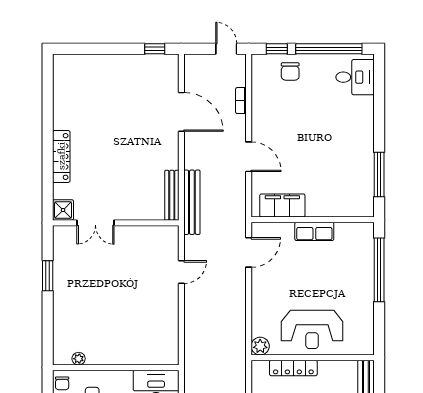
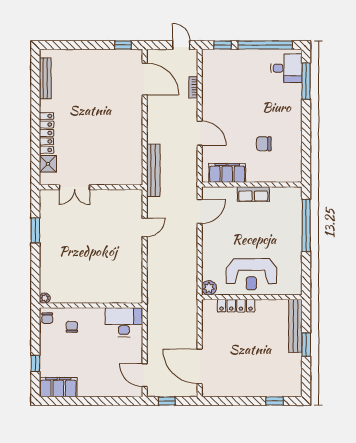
chair: (290, 72) -> (264, 144), moved, turned 90
door: (181, 112) -> (145, 79), moved
window: (379, 174) -> (306, 81), moved
bench: (172, 195) -> (45, 78), moved
shower: (63, 210) -> (48, 164), moved
plant: (79, 359) -> (45, 298), moved

